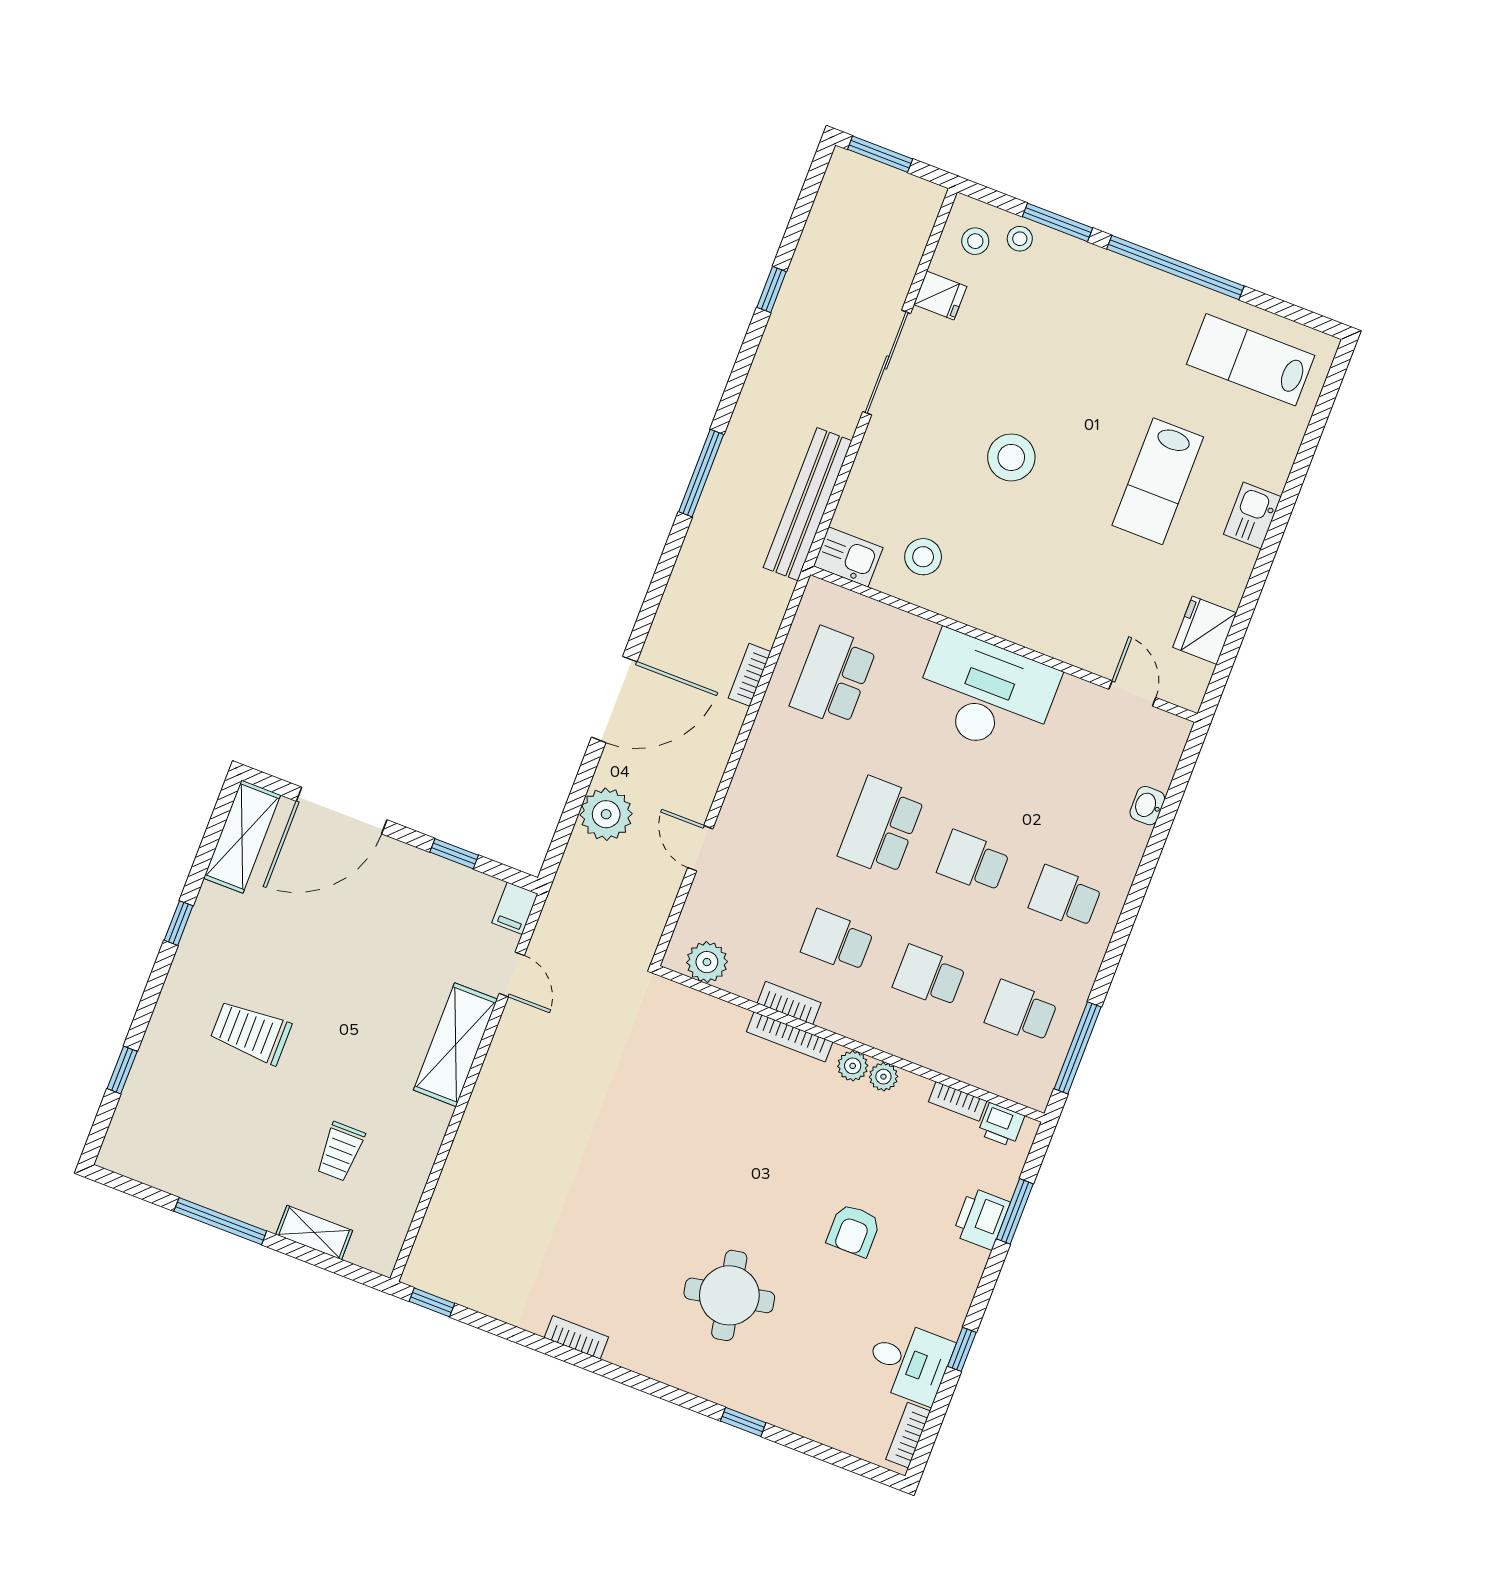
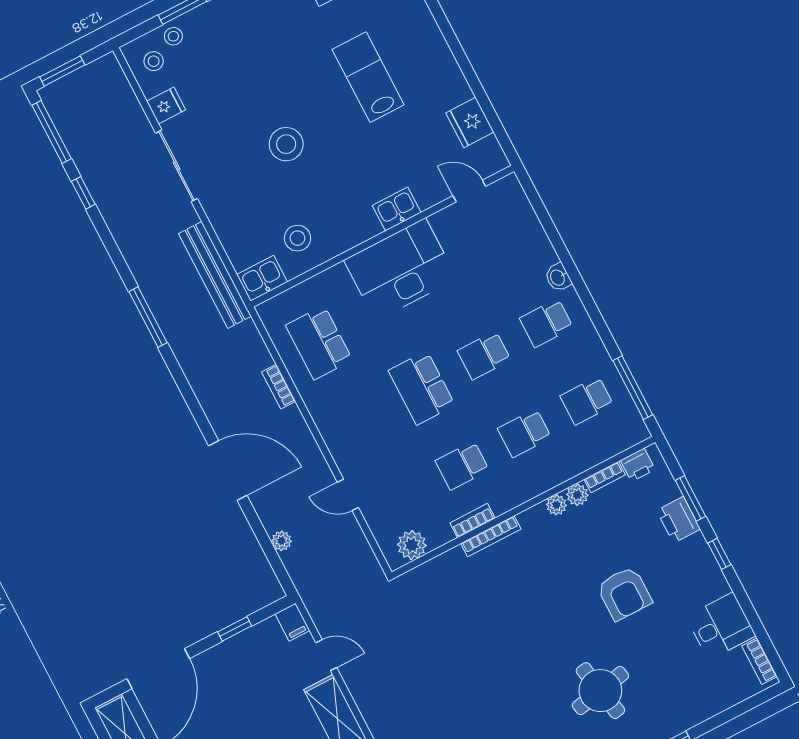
window: (806, 200) -> (52, 132), added
lab bench: (1158, 481) -> (368, 77), turned 180
kitchen sink: (1252, 516) -> (397, 209), moved, turned 90
door: (614, 699) -> (228, 470), hinge flipped
washbasin: (1147, 806) -> (558, 277), moved
plant: (606, 814) -> (282, 541), width x0.53, depth x0.53
plant: (853, 1066) -> (577, 495), moved
armchair: (854, 1230) -> (624, 593), width x1.38, depth x1.38
window: (962, 1349) -> (719, 554), moved

